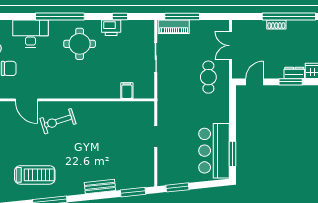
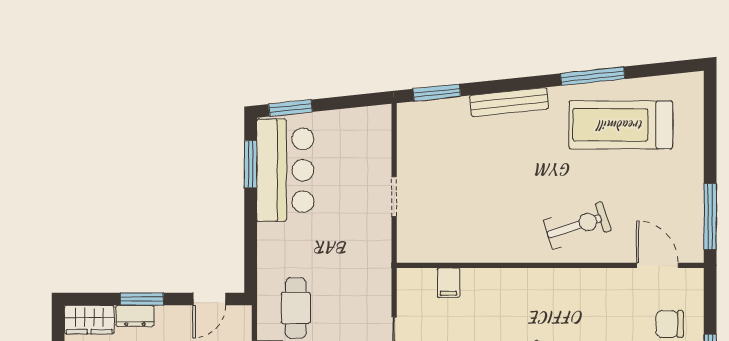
door: (26, 100) -> (657, 265), moved
treadmill: (35, 175) -> (621, 125), width x1.37, depth x1.38
bench: (100, 186) -> (509, 102), width x1.36
window: (177, 187) -> (290, 108), moved

